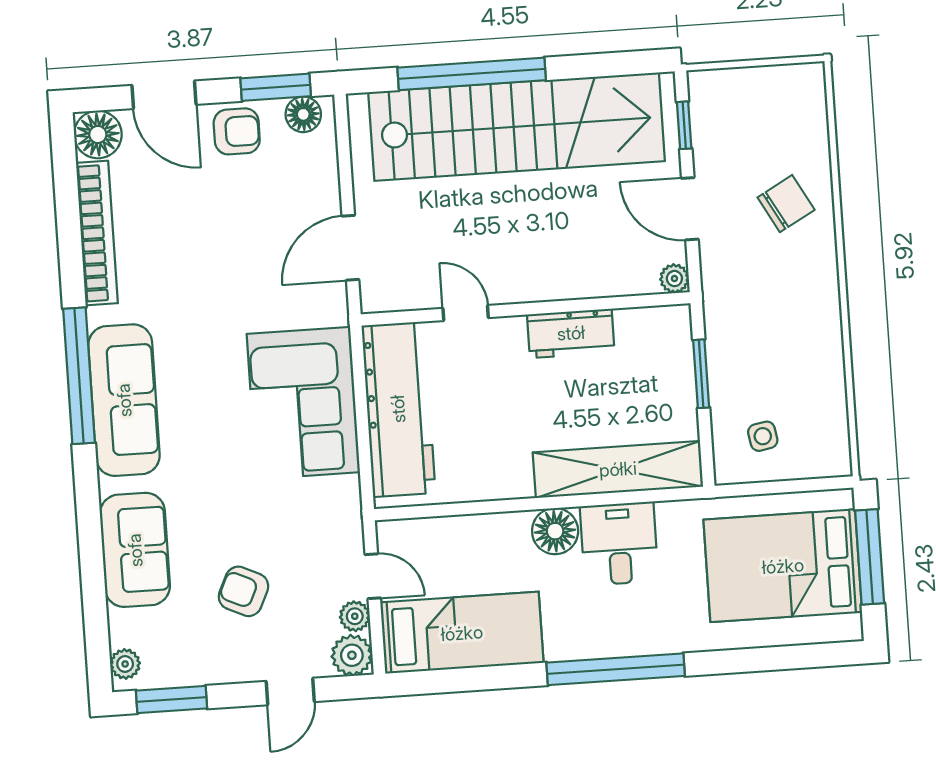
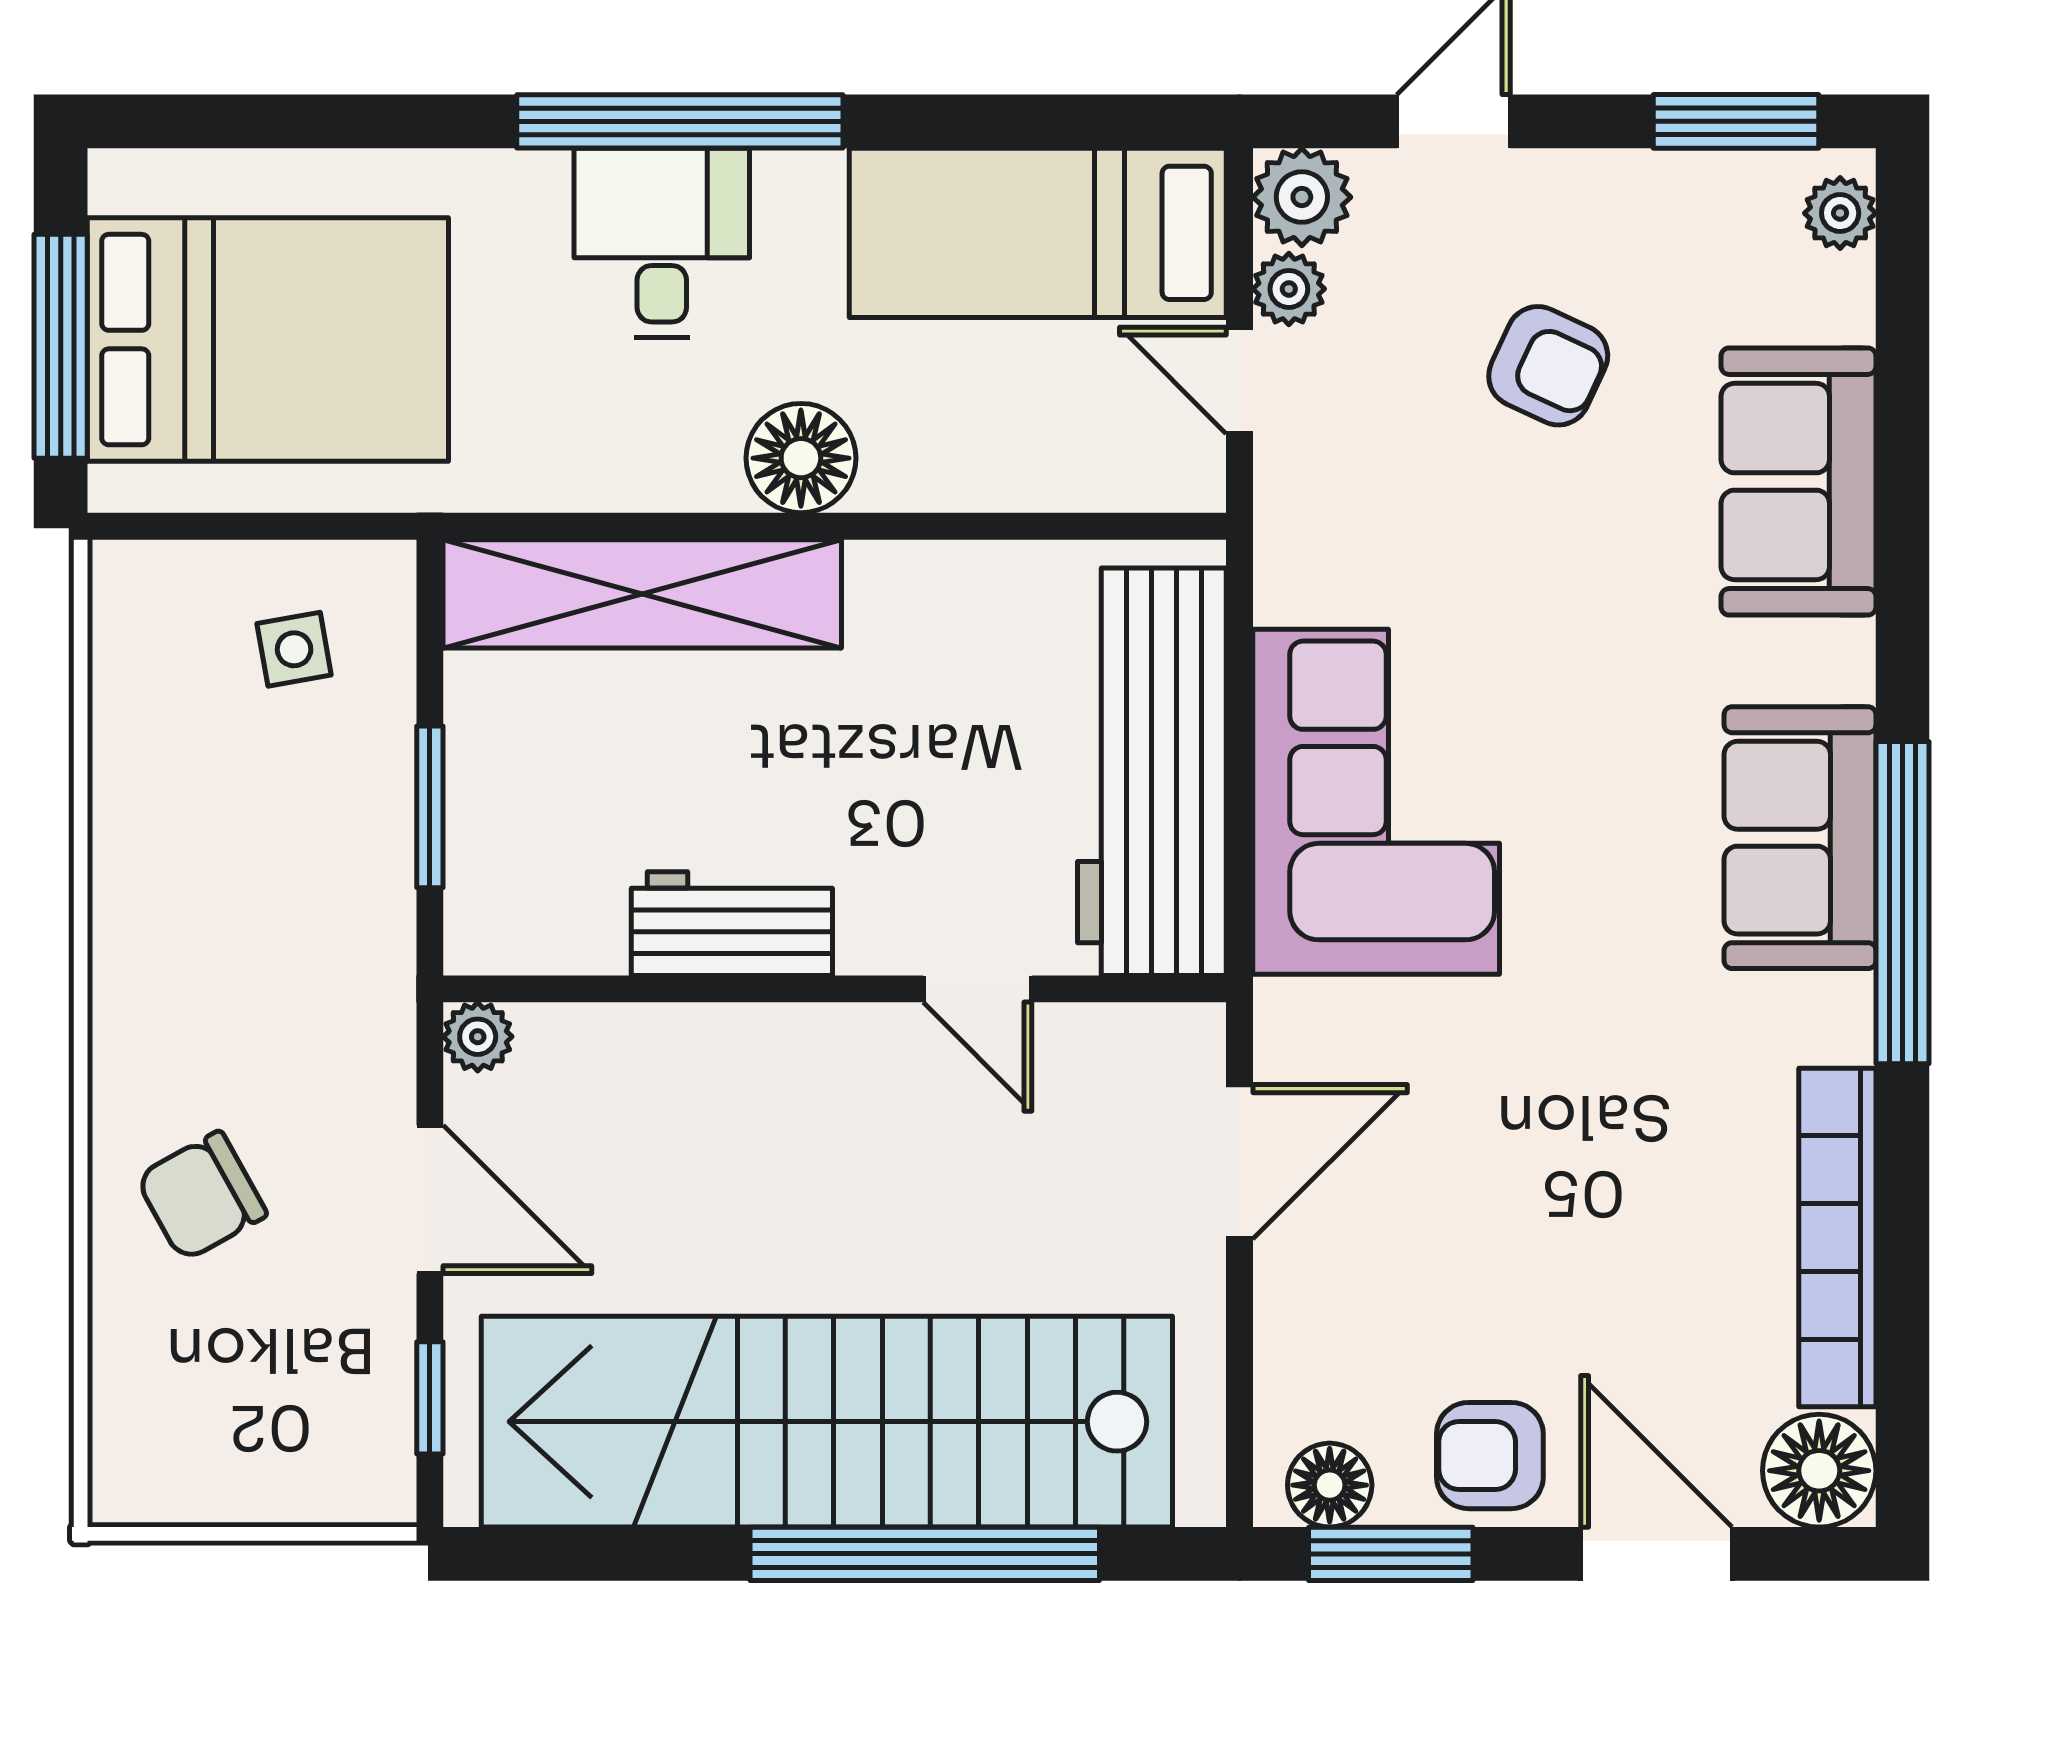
sofa: (124, 400) -> (1800, 838), width x0.73
desk: (619, 544) -> (662, 243), moved, turned 180

